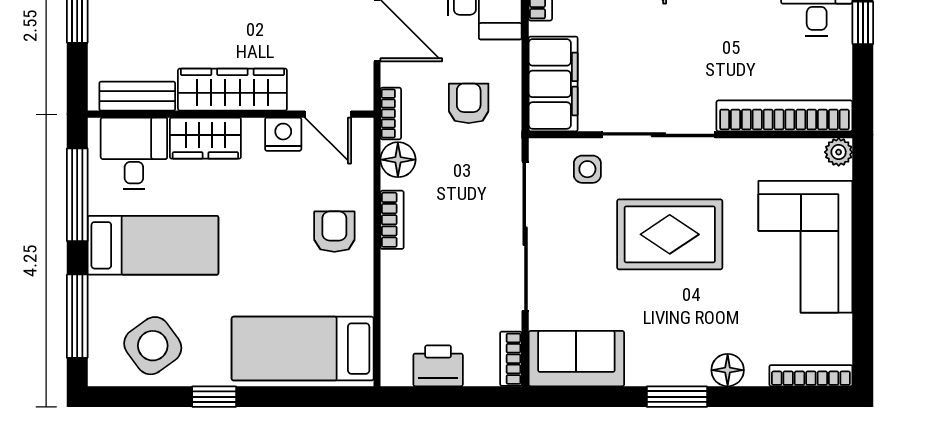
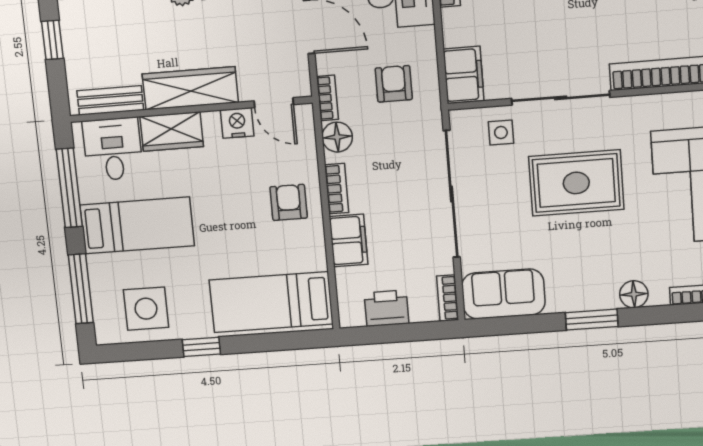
filing cabinet: (553, 84) -> (464, 75), width x0.67, depth x0.86
filing cabinet: (401, 282) -> (349, 240), added
side table: (153, 346) -> (146, 309), turned 36

